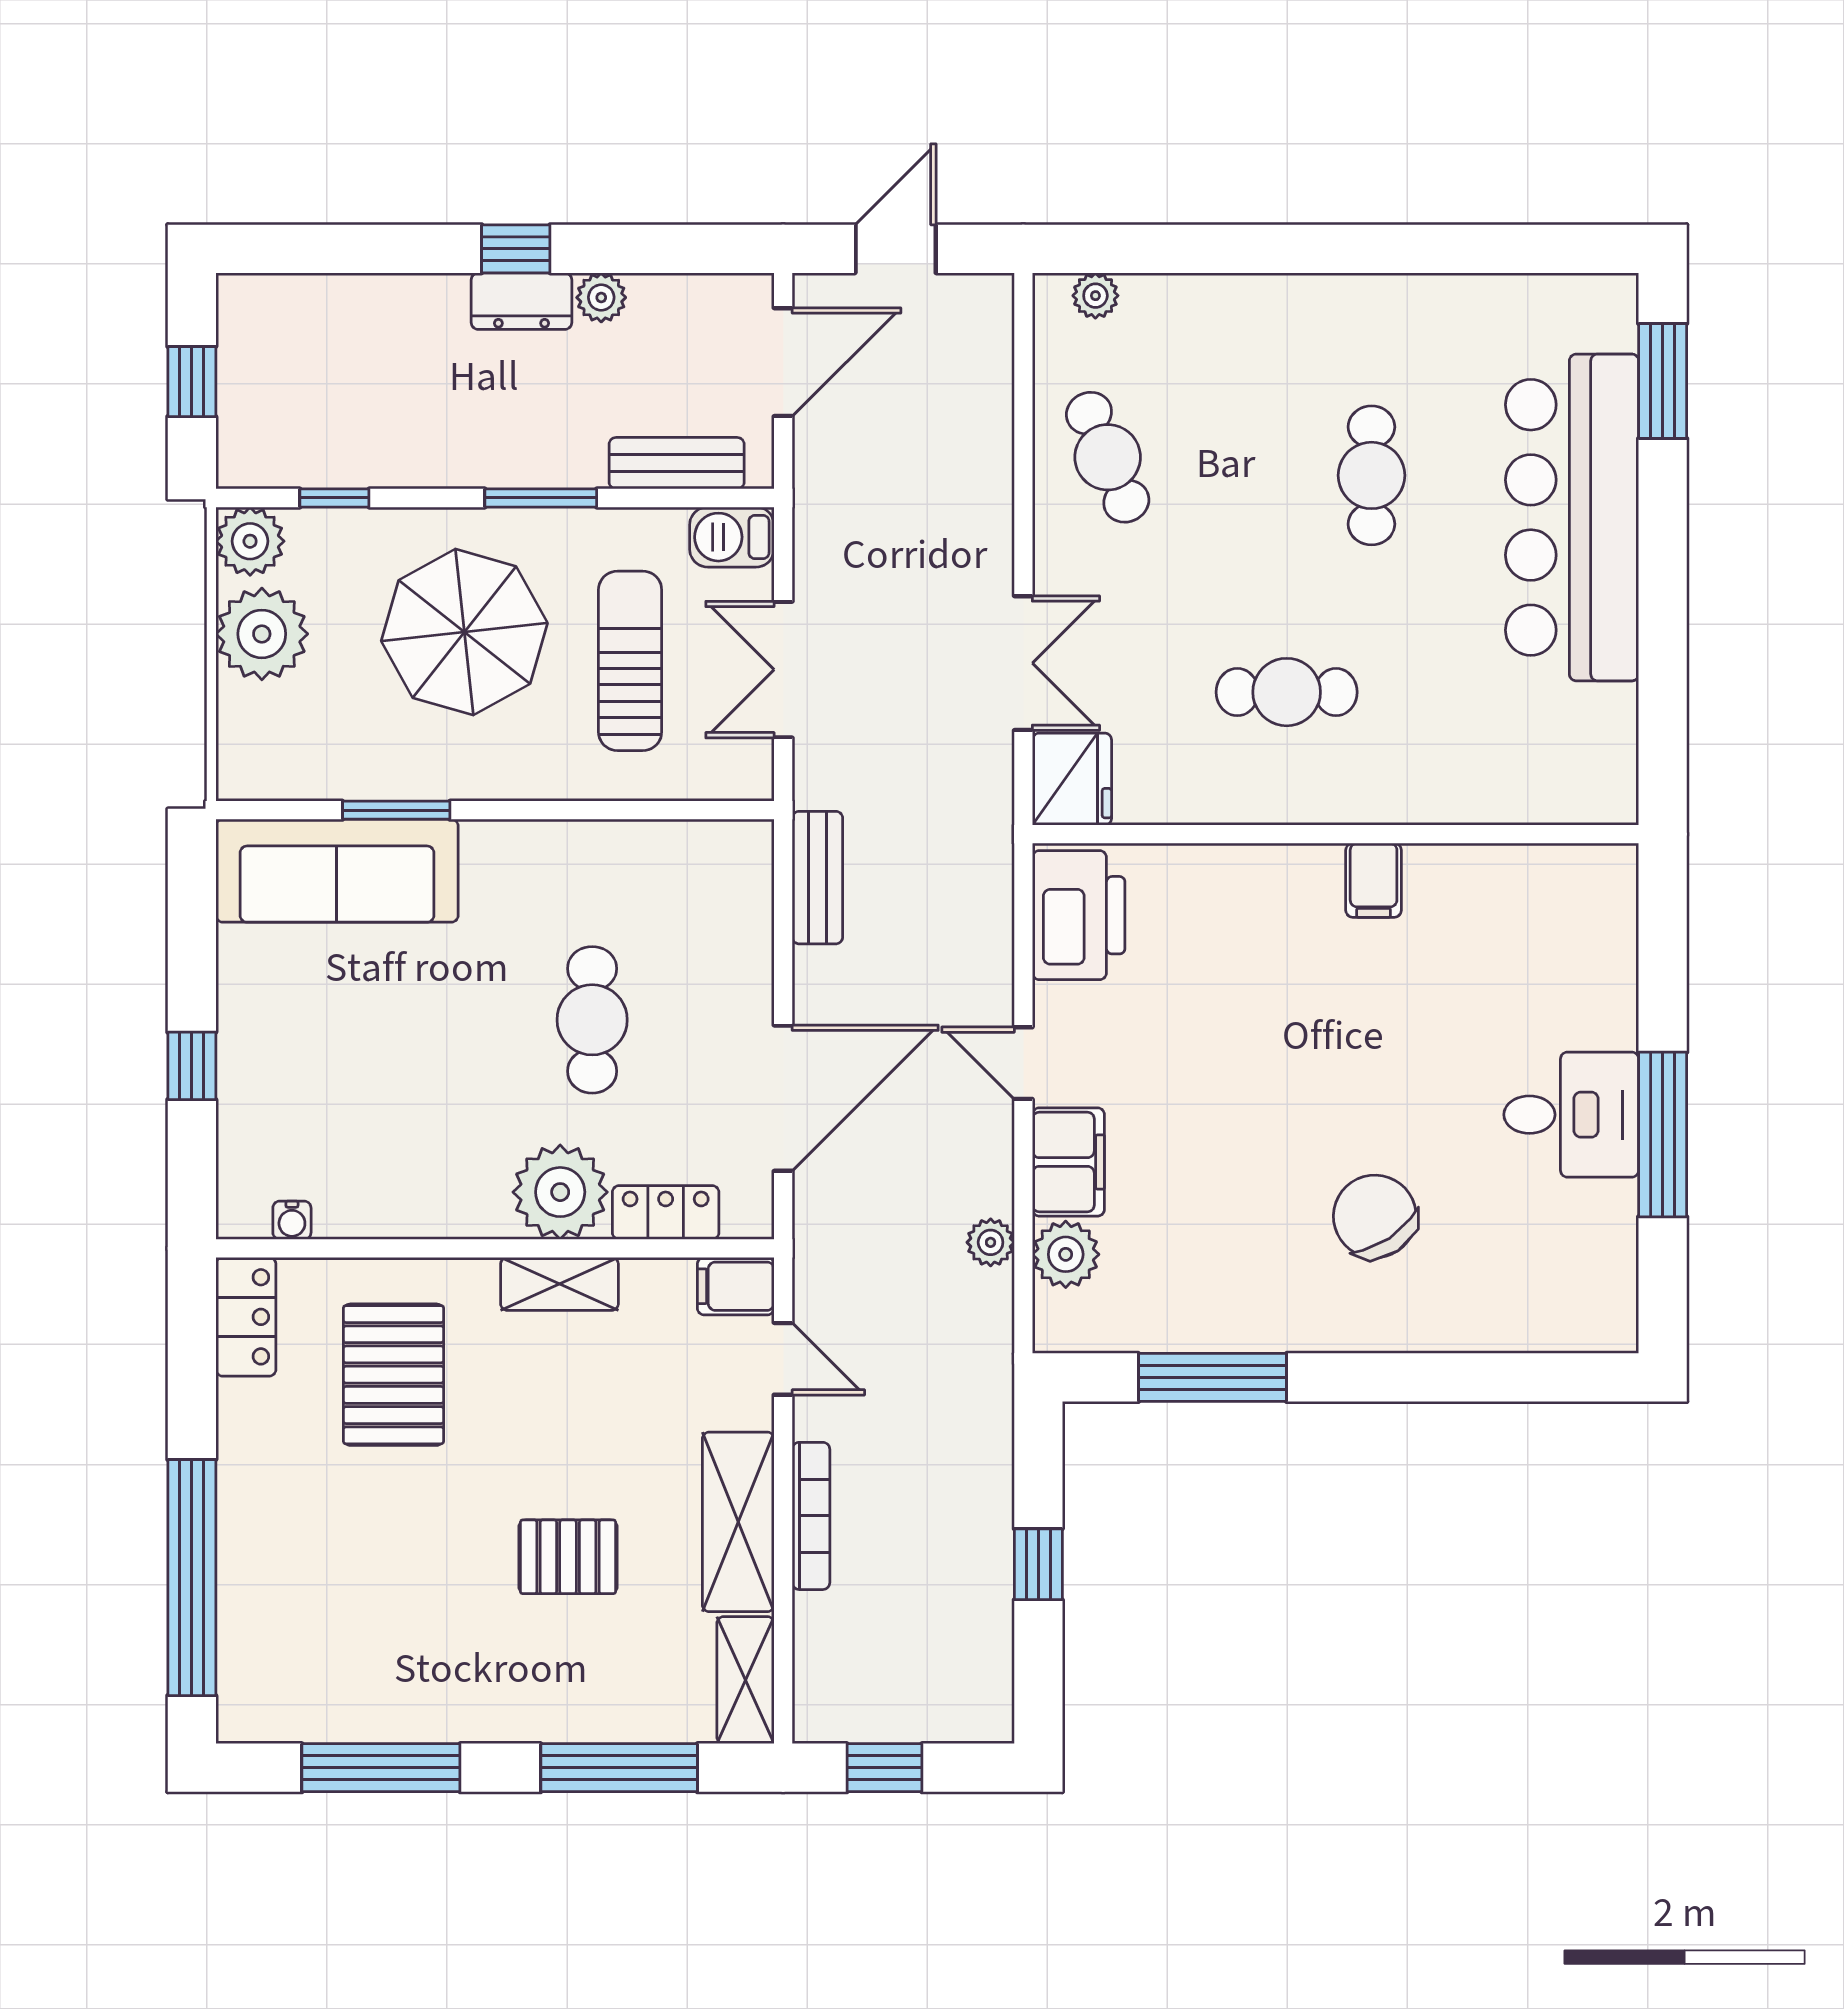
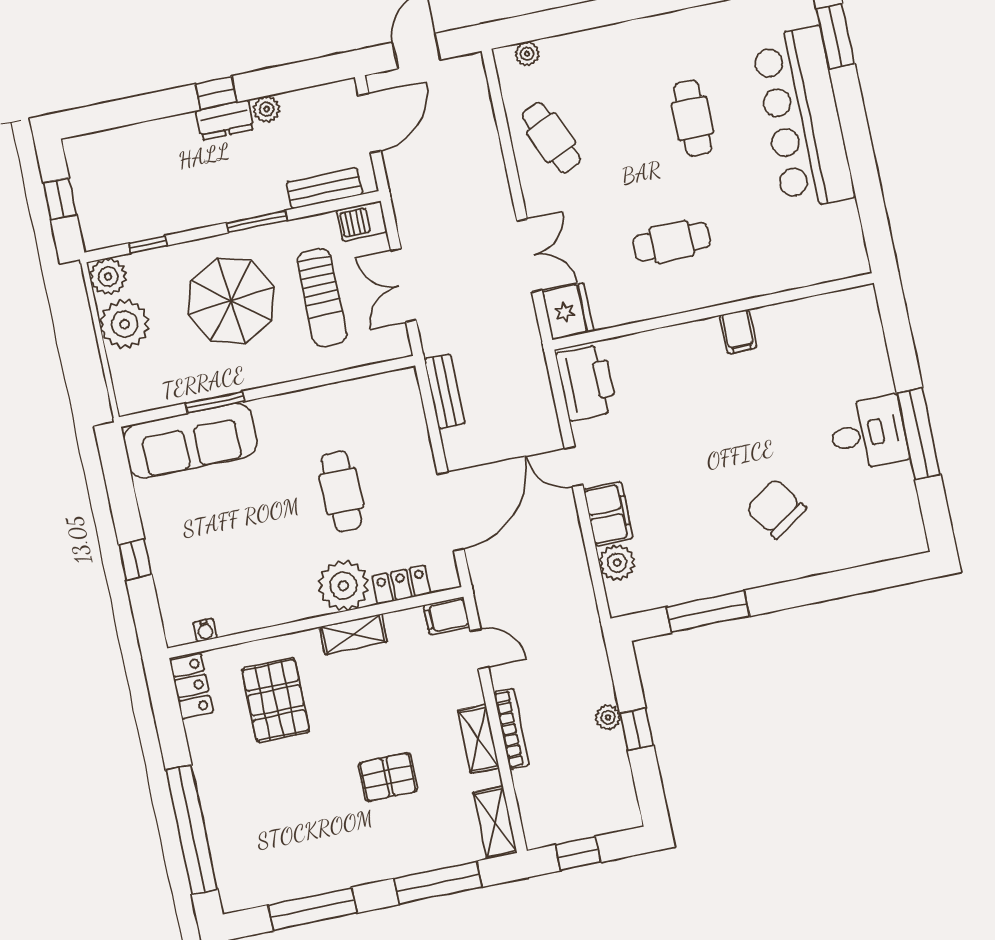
sun lounger: (630, 661) -> (322, 298), turned 180
plant: (991, 1242) -> (608, 717), moved
shelving: (738, 1522) -> (478, 739), width x0.67, depth x0.75

